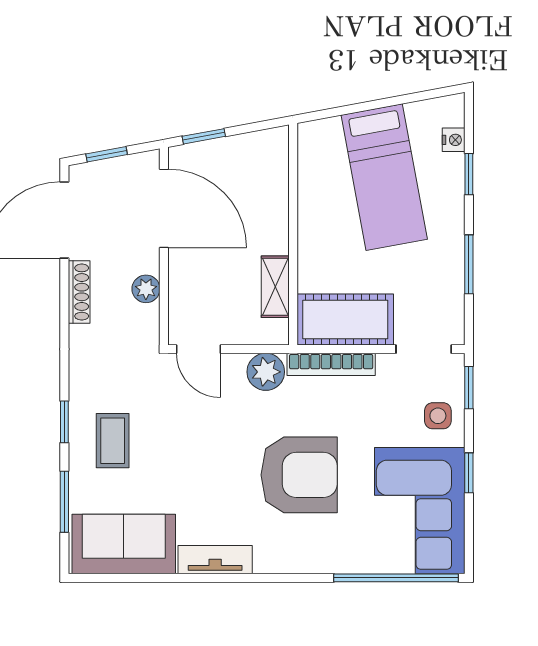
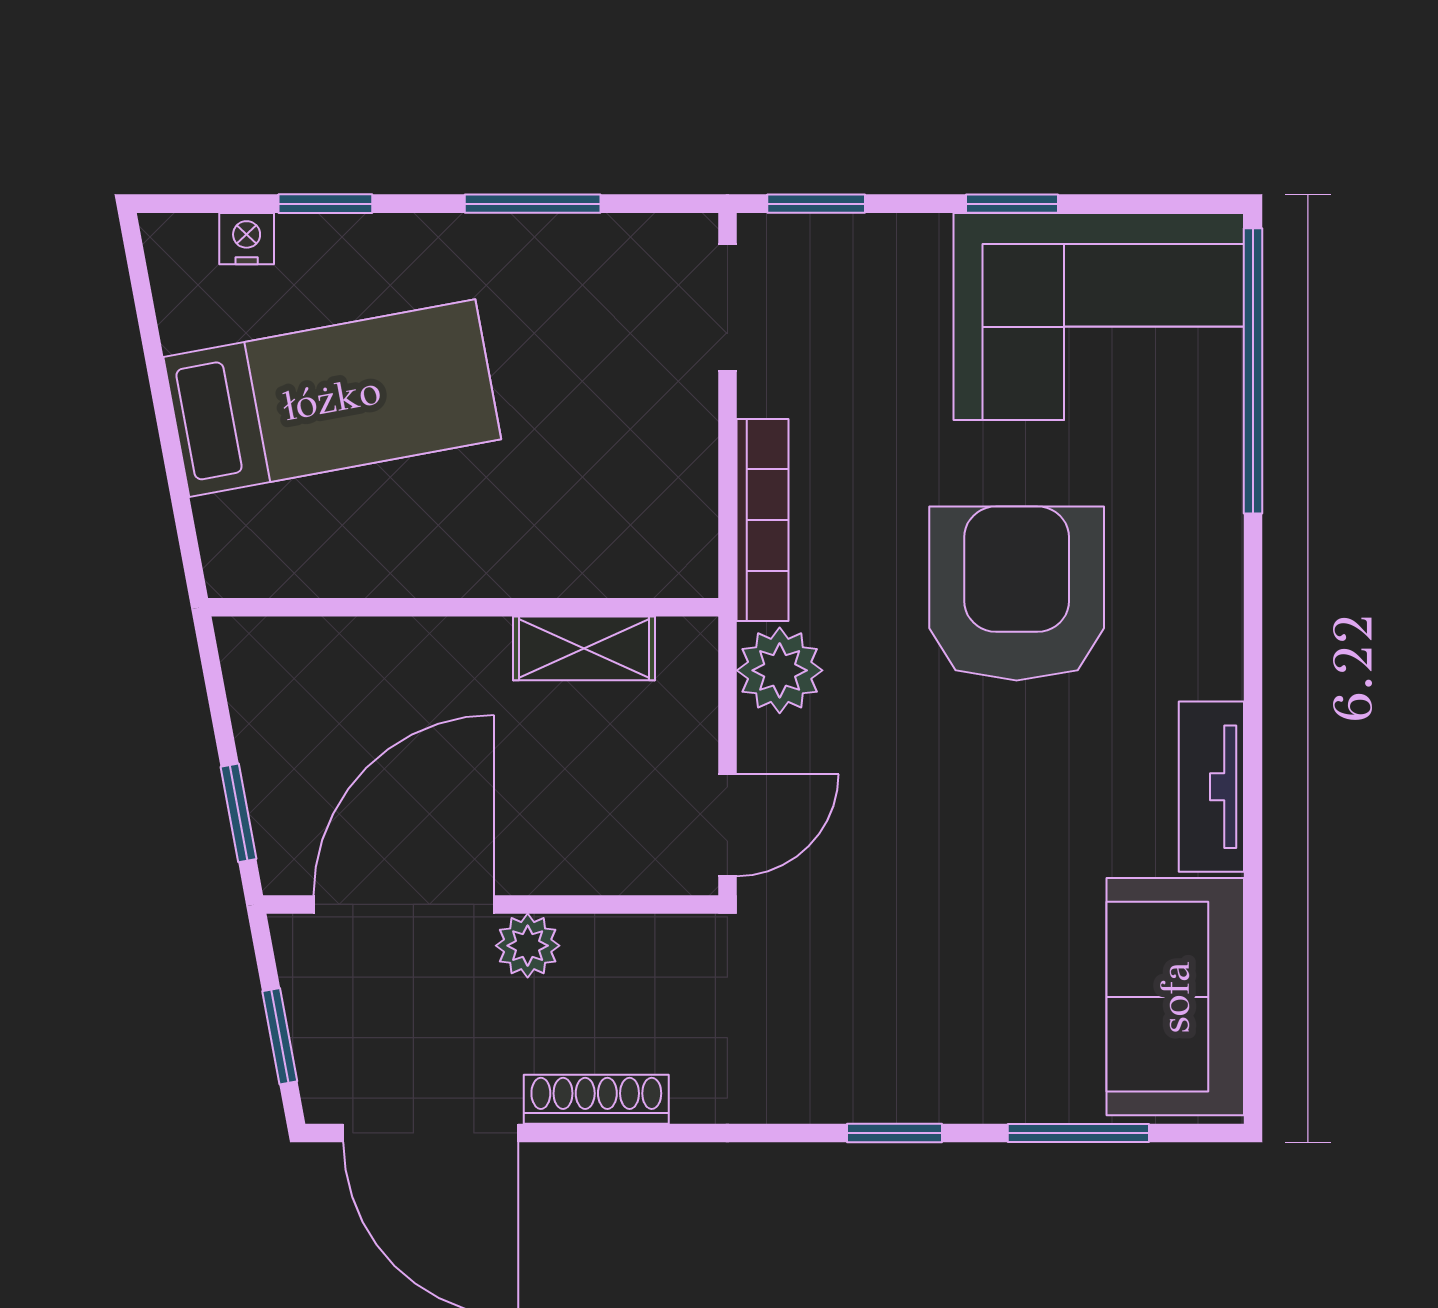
plant: (146, 289) -> (528, 946), moved
cot: (345, 320) -> (659, 488), removed
side table: (438, 416) -> (881, 275), removed
coffee table: (113, 441) -> (938, 1022), removed

